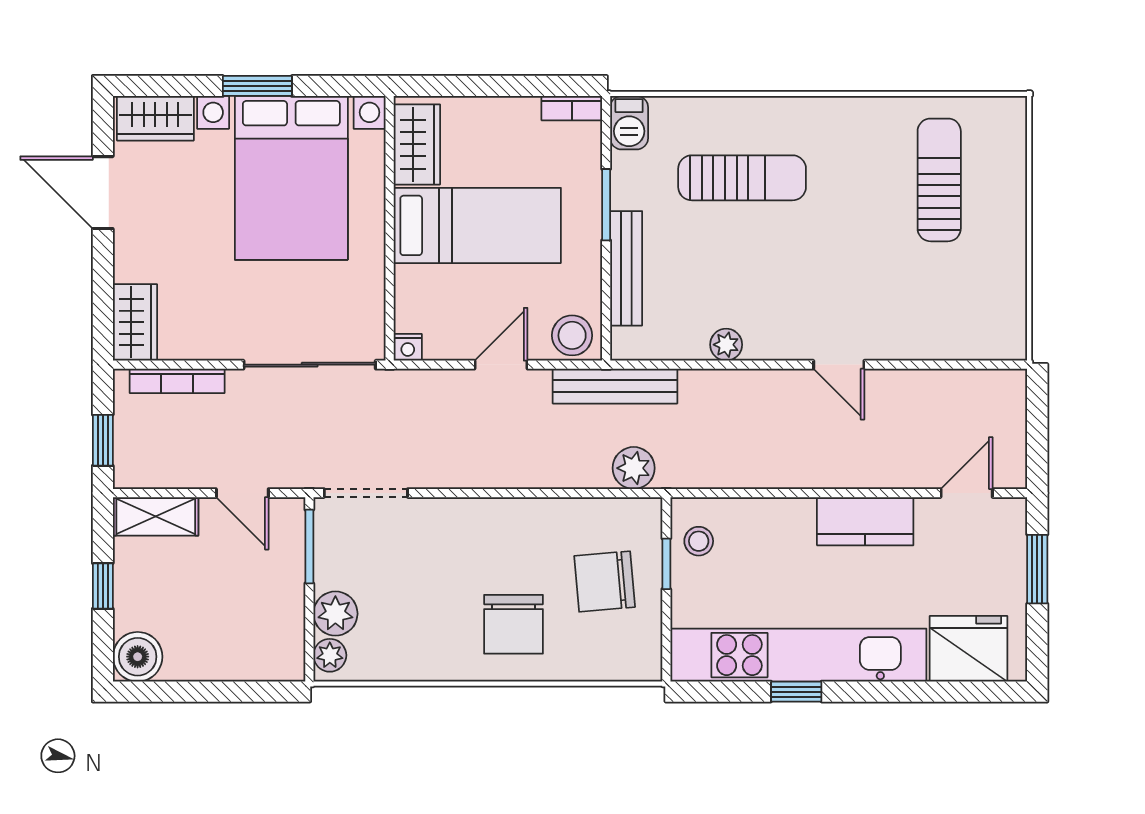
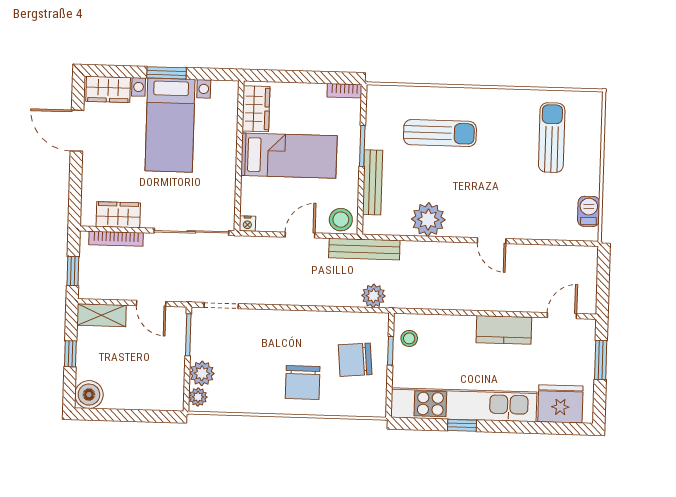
barbecue: (629, 123) -> (589, 211), moved, turned 180
bed with nightstands: (291, 178) -> (170, 125), width x0.73
wardrobe: (135, 322) -> (118, 215), moved, turned -90
plant: (726, 345) -> (428, 219), width x1.87, depth x1.87
doorway: (366, 493) -> (221, 306), width x0.73

